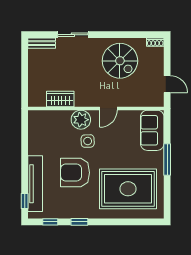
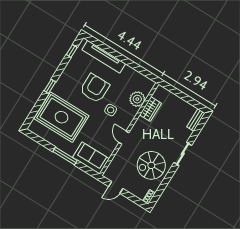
sliding door: (73, 35) -> (183, 154), moved
plant: (81, 120) -> (137, 99), moved
rug: (128, 189) -> (62, 117), turned 90
window: (25, 201) -> (96, 42), removed
window: (79, 222) -> (50, 86), moved

